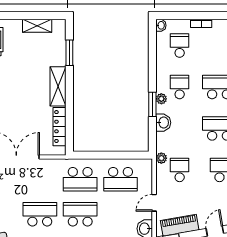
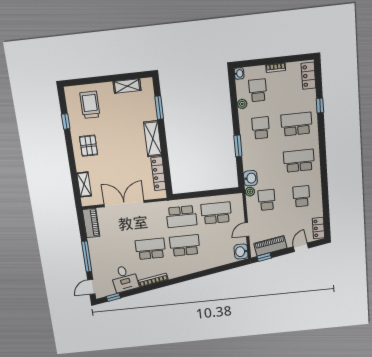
plant: (161, 99) -> (242, 104), moved
washbasin: (163, 123) -> (250, 178), moved
school desk: (121, 179) -> (216, 213), turned 180

